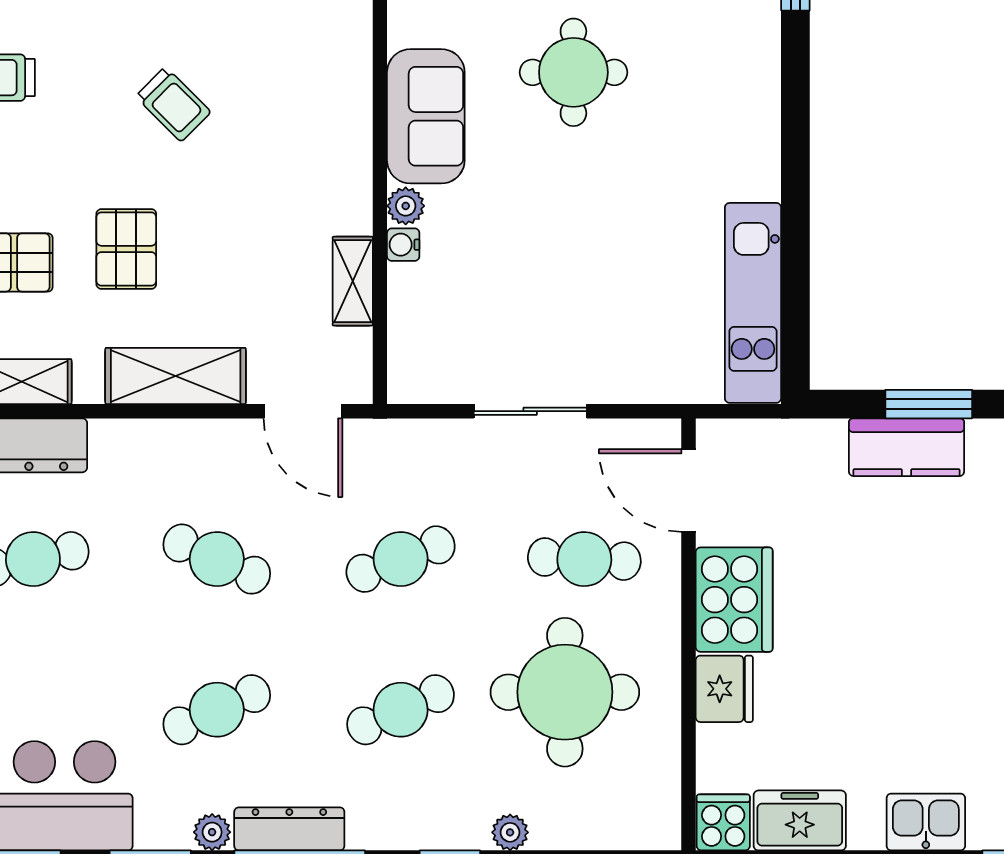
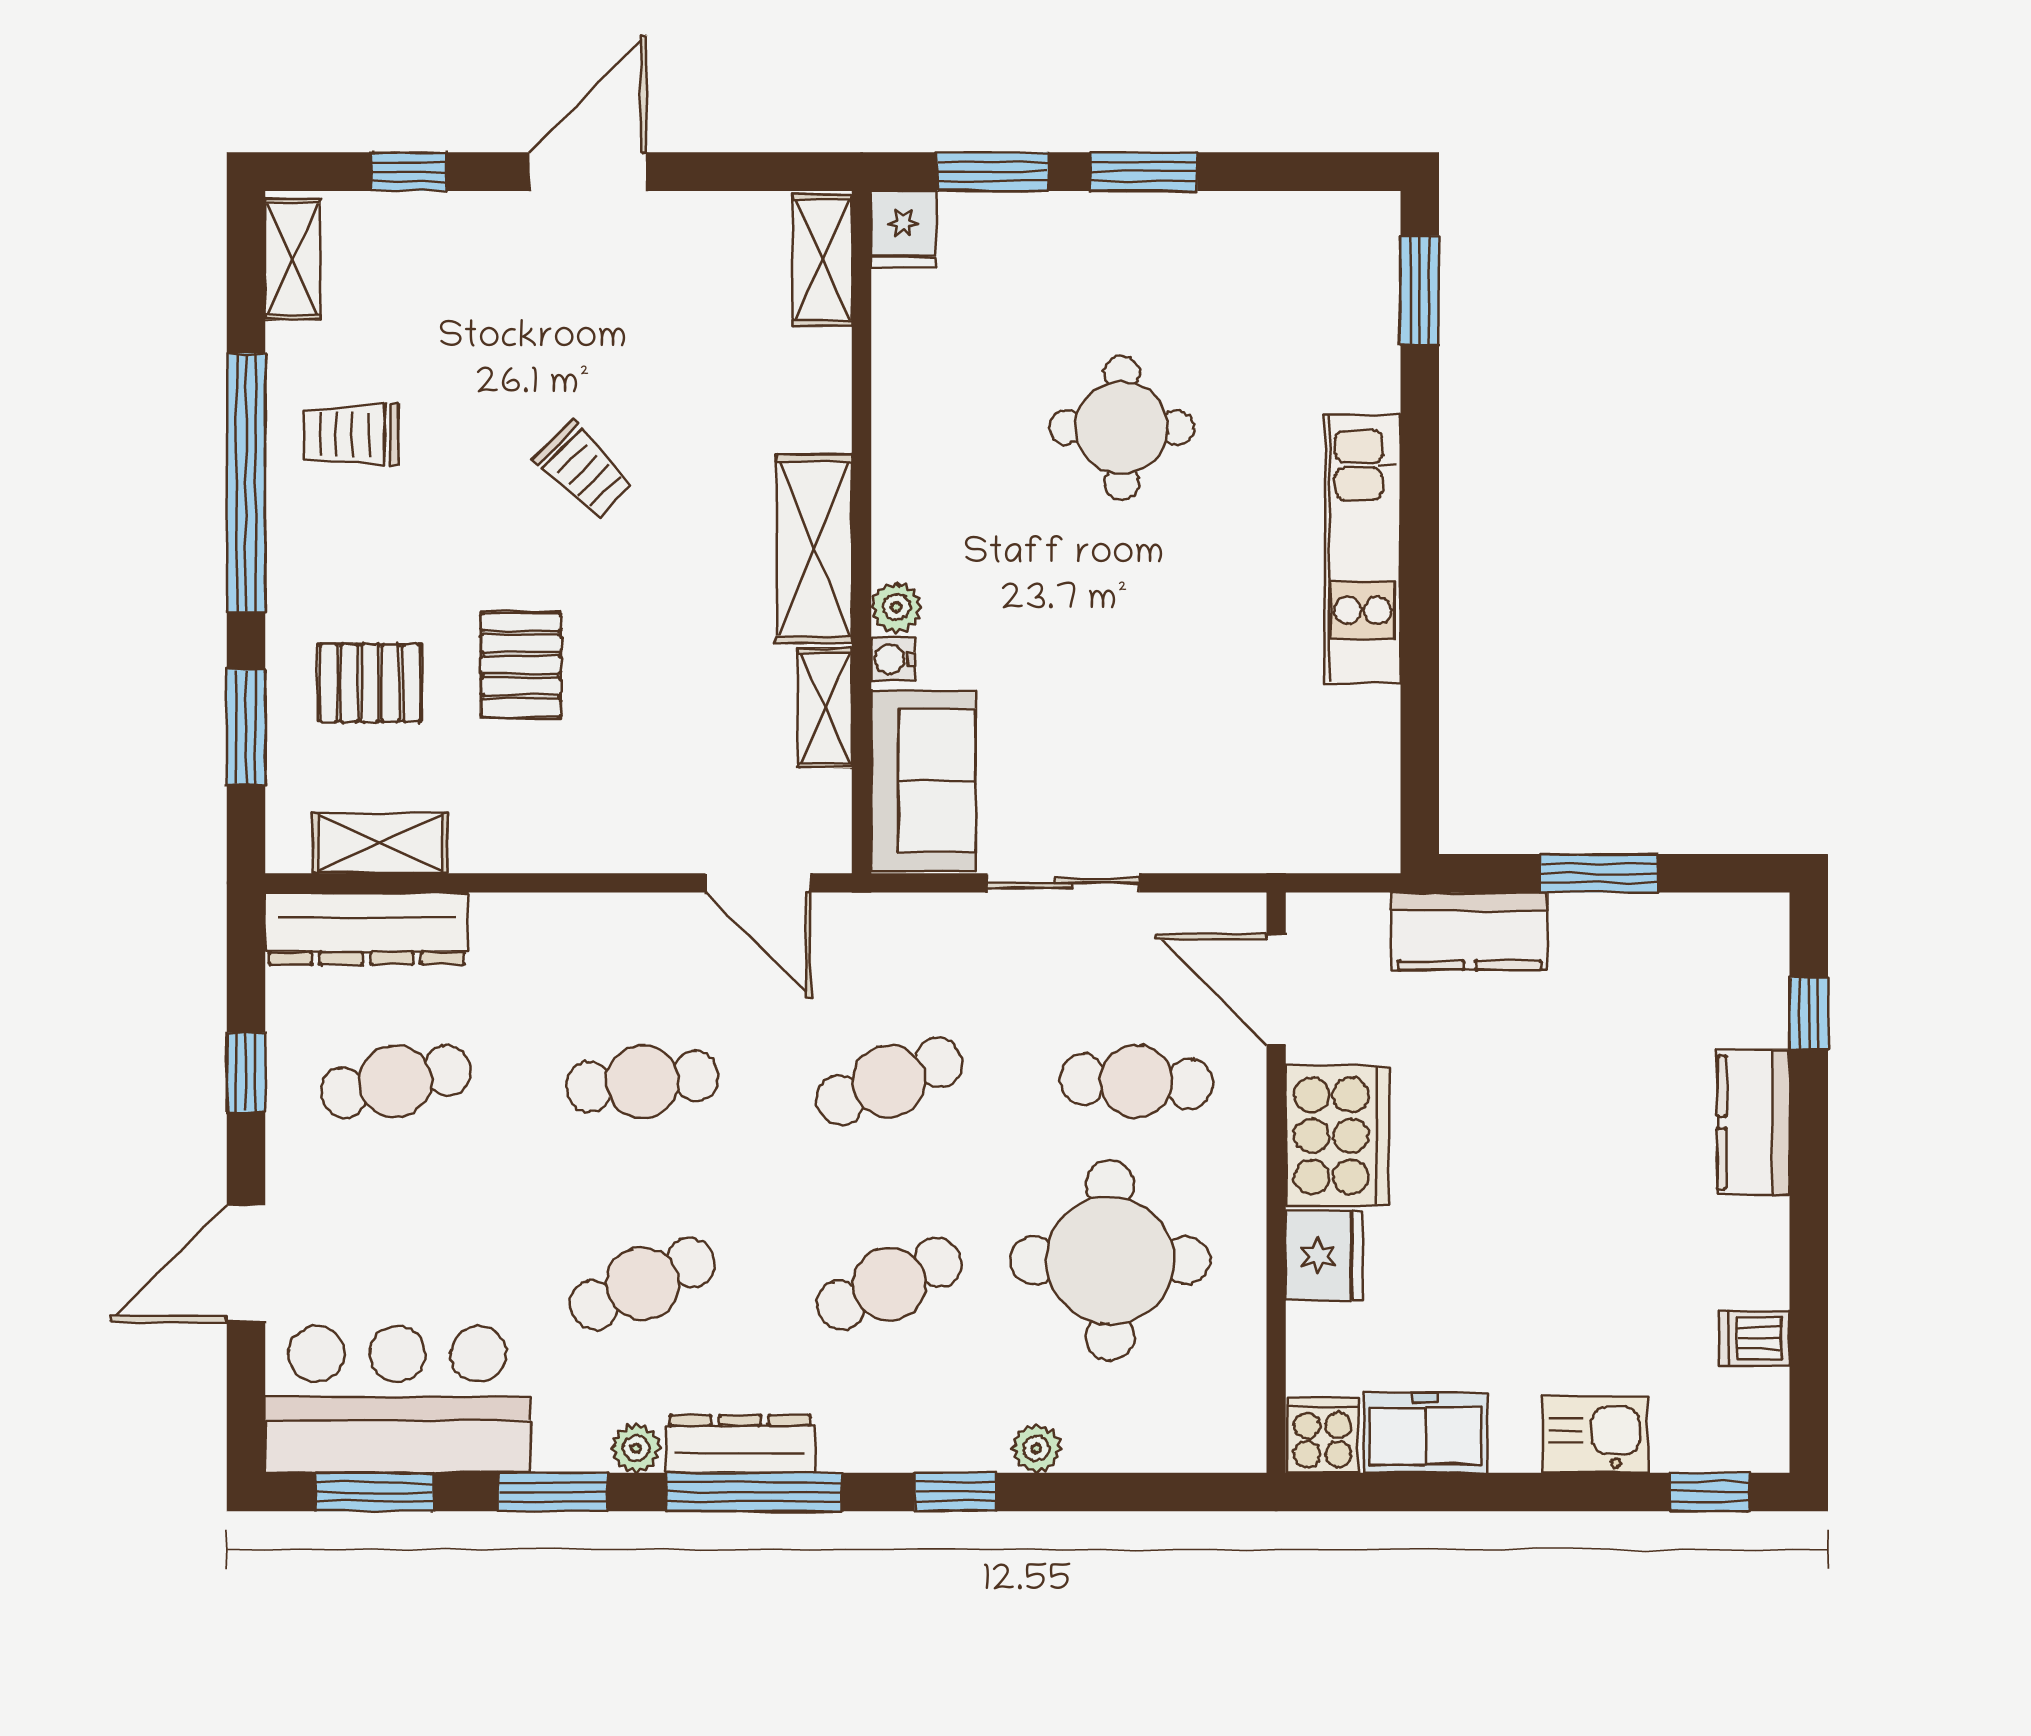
sofa: (426, 116) -> (923, 781), moved
kitchen unit: (753, 303) -> (1363, 548), moved
shelving: (176, 376) -> (814, 549), moved, turned 90
kitchen counter: (907, 447) -> (1469, 931), moved
cafe table: (217, 559) -> (642, 1081), turned -30

